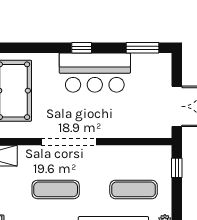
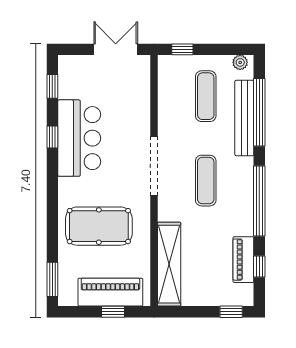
window: (82, 48) -> (52, 137), moved
window: (143, 48) -> (52, 86), width x0.67

